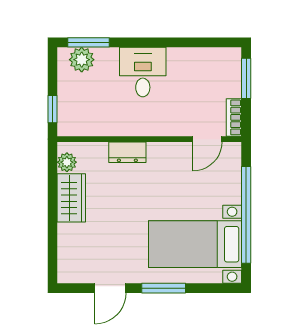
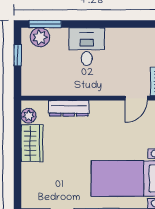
window: (52, 109) -> (18, 55), moved
dresser: (127, 152) -> (69, 108), width x1.44

